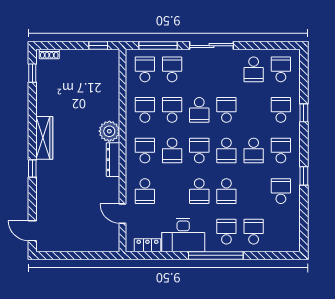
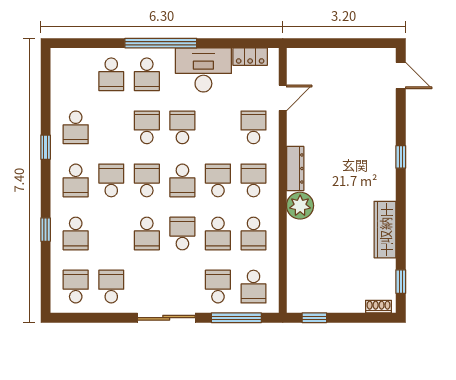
school desk: (172, 69) -> (218, 287), turned 180
school desk: (281, 69) -> (76, 287), turned 180
wardrobe: (44, 138) -> (385, 230), moved
school desk: (145, 150) -> (253, 180), turned 180
door: (123, 214) -> (283, 98), hinge flipped

